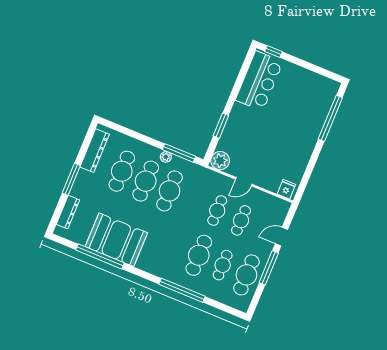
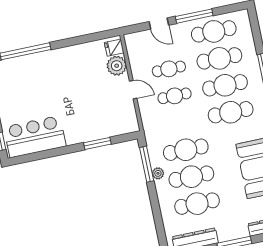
plant: (220, 161) -> (117, 66), moved
cafe table: (175, 245) -> (231, 112), added
cafe table: (223, 265) -> (219, 58), width x1.37, depth x1.35

